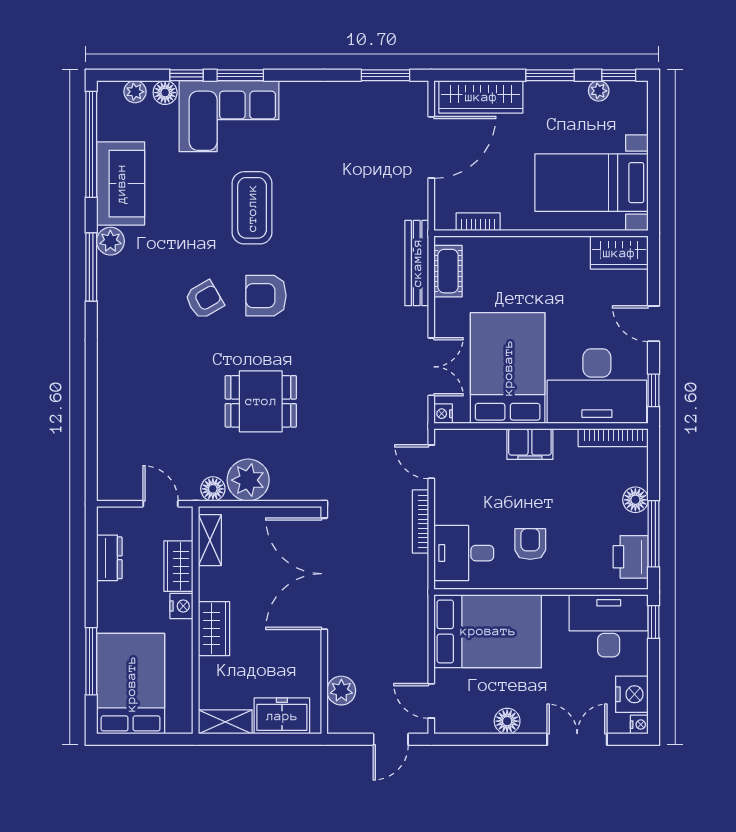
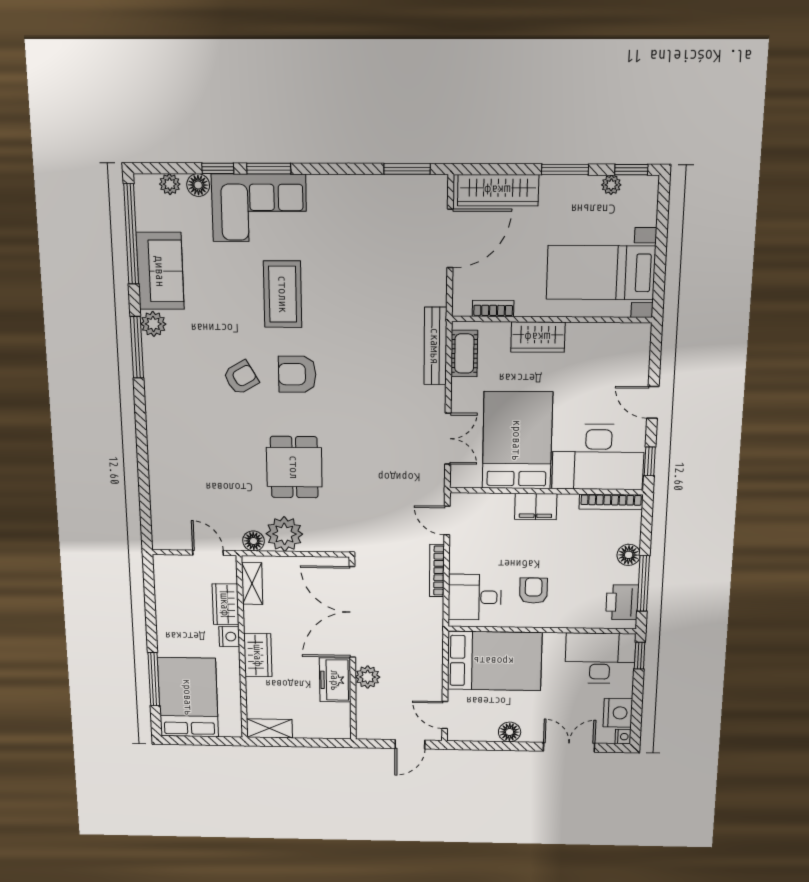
wardrobe: (619, 253) -> (538, 337), moved
dining table: (261, 401) -> (294, 467), turned 90
nightstand: (443, 414) -> (458, 480), removed
dresser: (109, 558) -> (165, 597), removed
plant: (341, 691) -> (368, 677), moved
freezer: (282, 716) -> (335, 680), moved, turned -90

